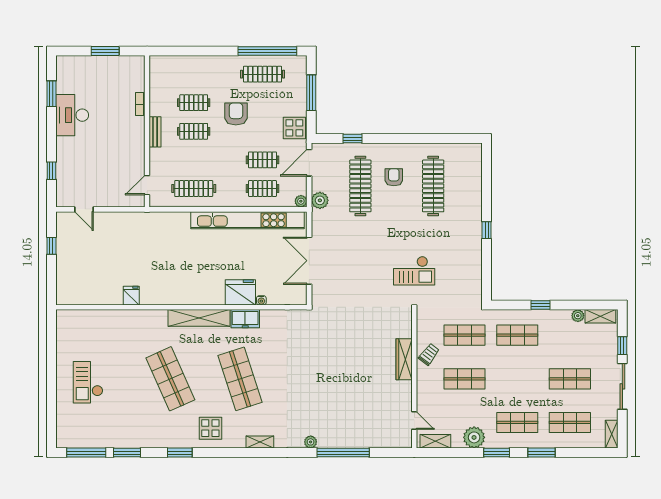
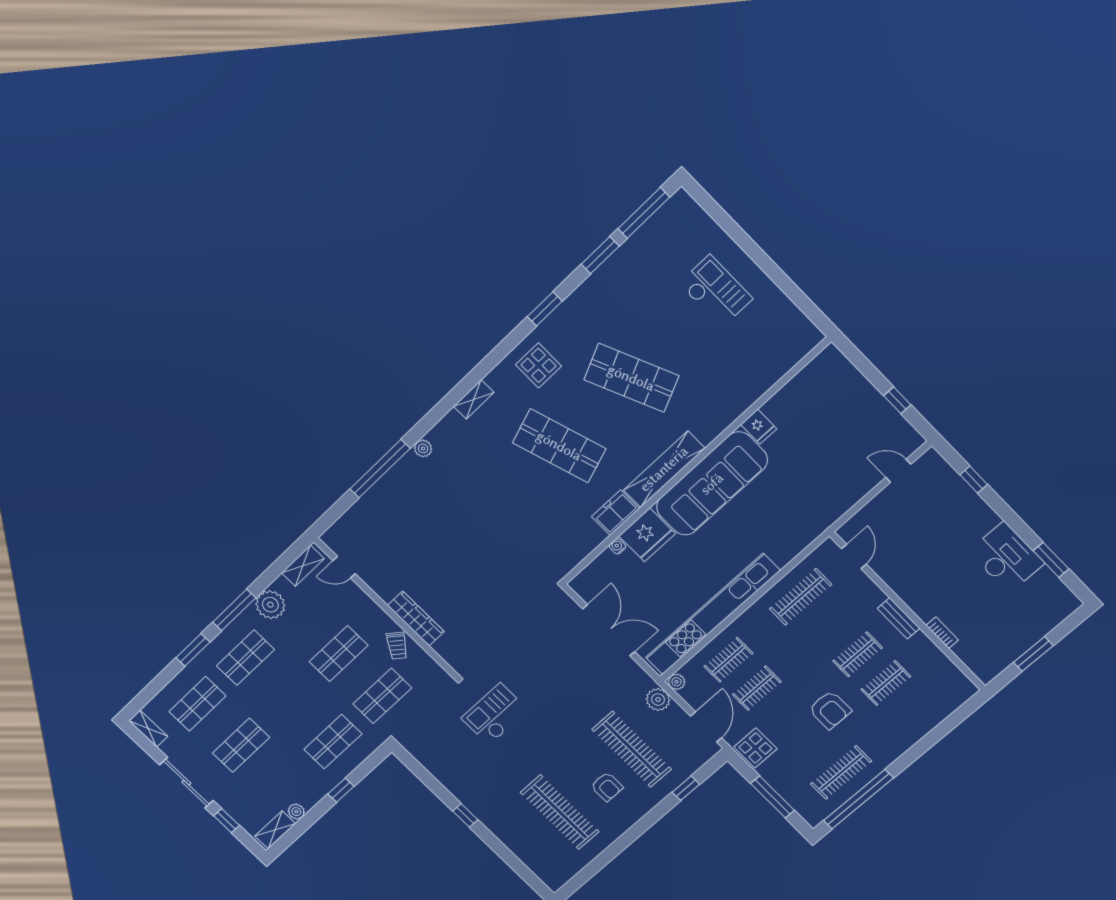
sofa: (182, 288) -> (712, 484), added
window: (497, 453) -> (234, 610), width x1.44

